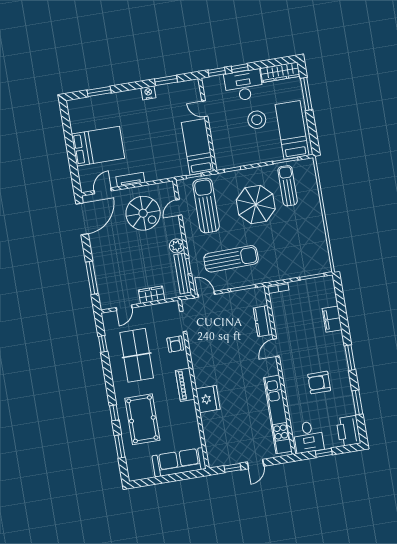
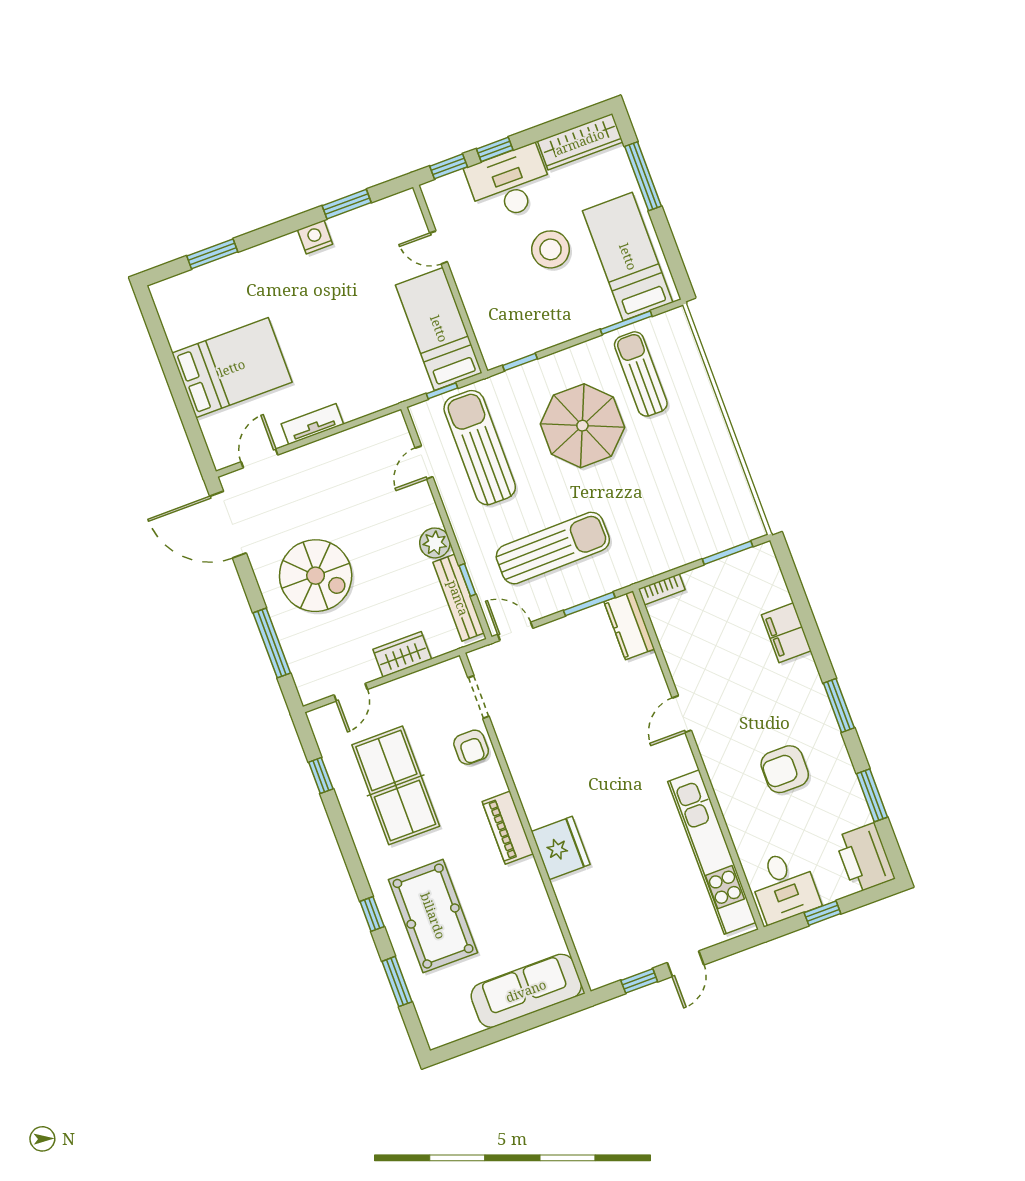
spiral stairs: (143, 213) -> (316, 576), moved
door: (82, 219) -> (228, 525), swing flipped
kitchen counter: (263, 321) -> (629, 625), moved

